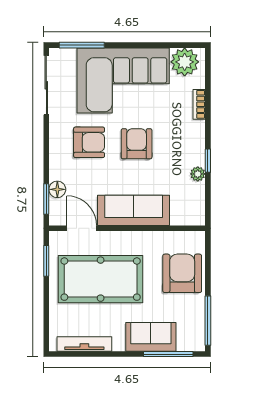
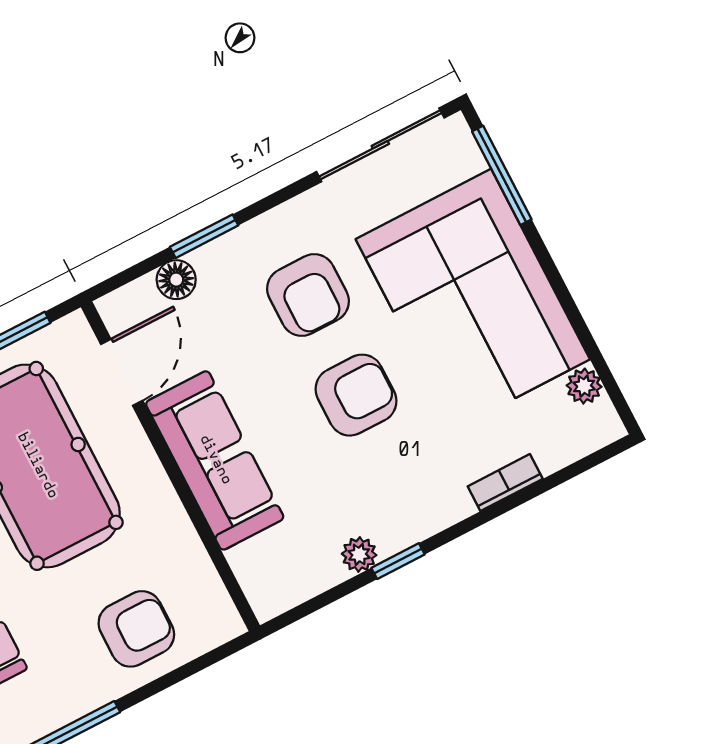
plant: (185, 62) -> (584, 386), width x0.53, depth x0.53
window: (46, 199) -> (204, 236), moved
armchair: (182, 273) -> (136, 629), width x0.73, depth x0.73

